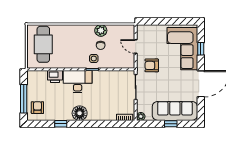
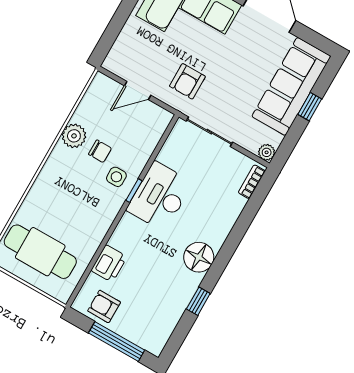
desk: (78, 82) -> (160, 196), moved
armchair: (37, 108) -> (104, 306), moved

